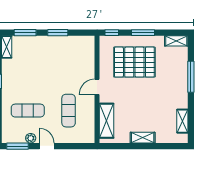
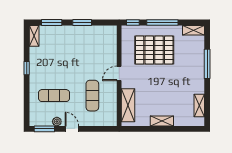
window: (143, 33) -> (162, 22), width x1.44

